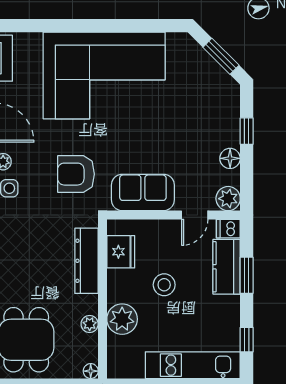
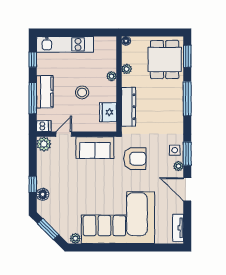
plant: (175, 41) -> (75, 238), added
floor lamp: (230, 158) -> (43, 194), moved
kitchen counter: (227, 267) -> (45, 92), moved
window: (247, 275) -> (33, 98), width x1.44
plant: (122, 319) -> (112, 76), width x0.53, depth x0.53

